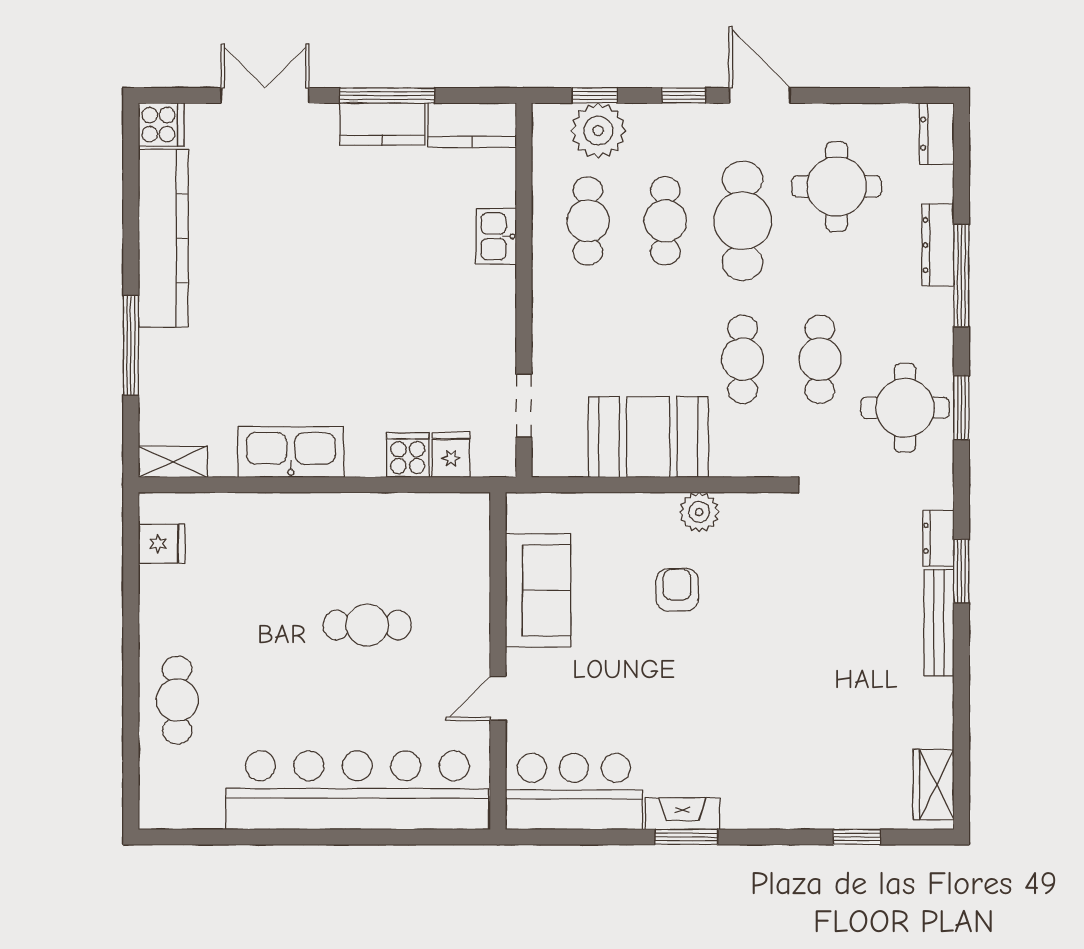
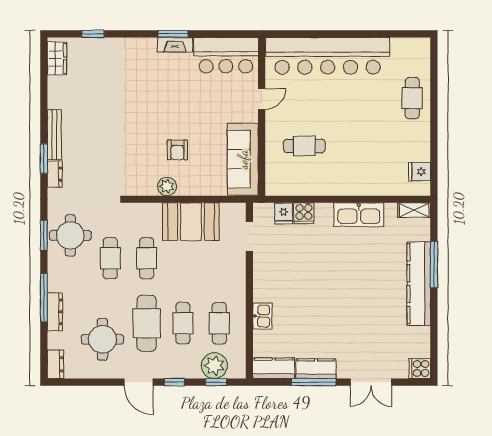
kitchen counter: (163, 238) -> (419, 284), moved
sofa: (538, 590) -> (243, 159), width x1.36
cafe table: (367, 625) -> (304, 146), moved

